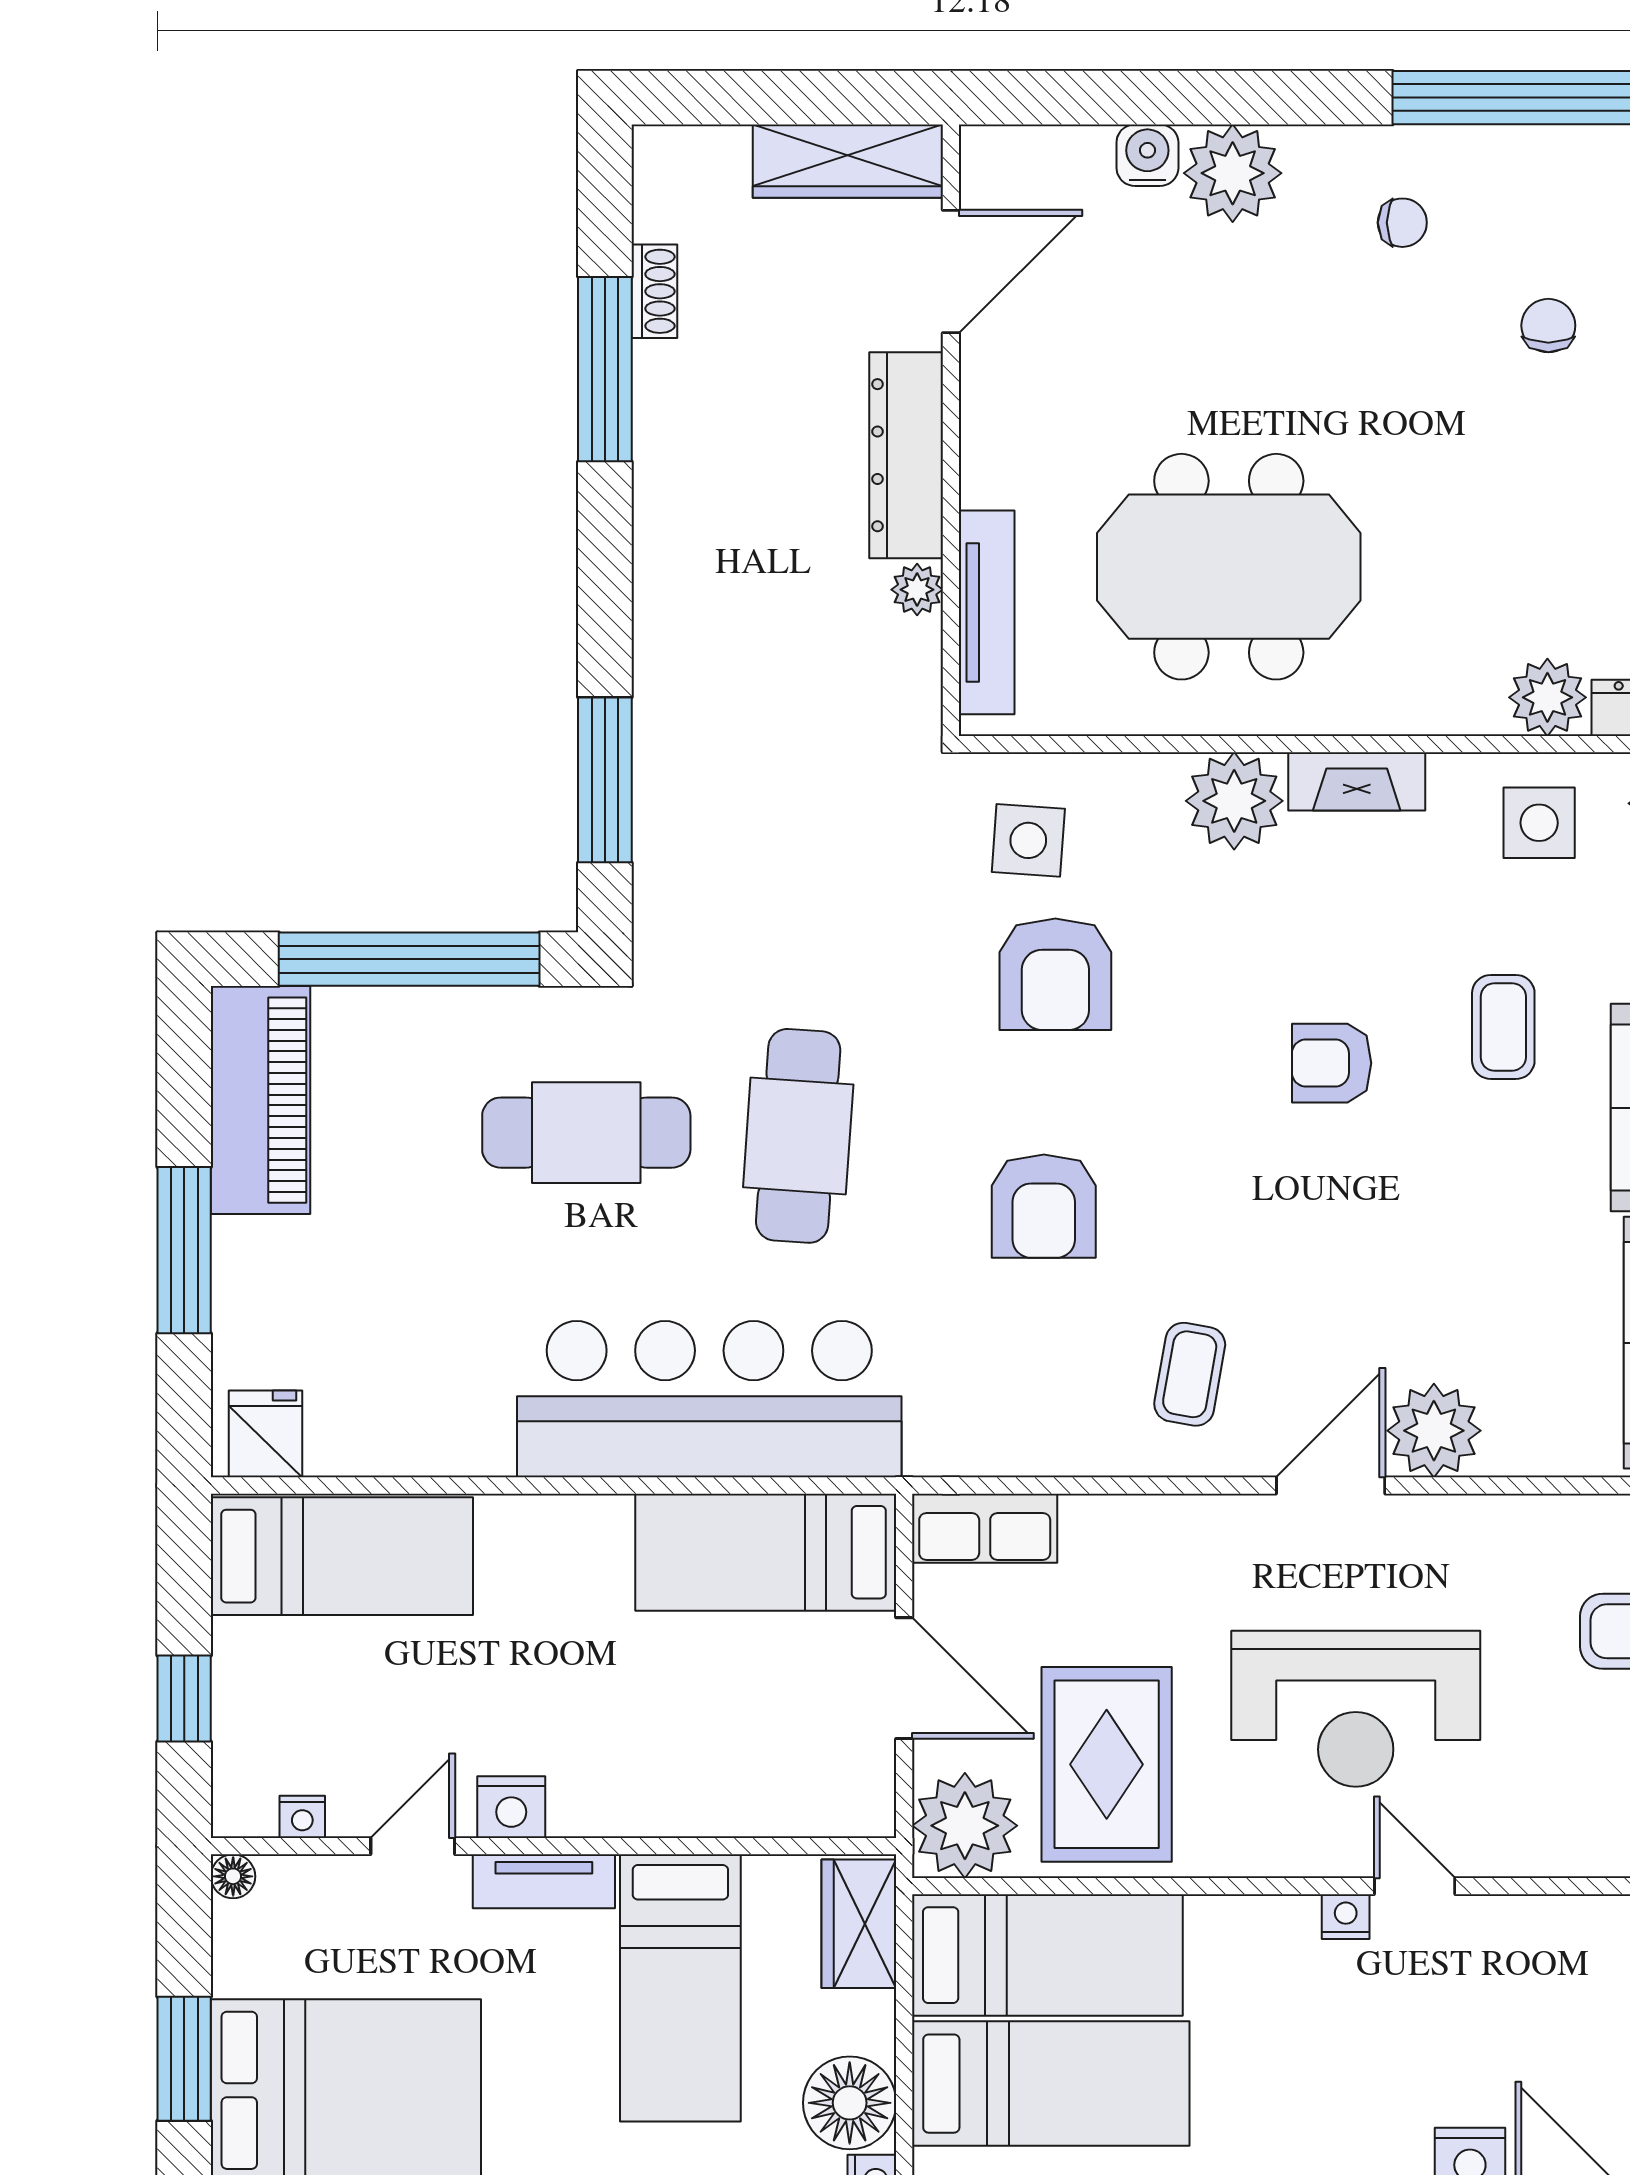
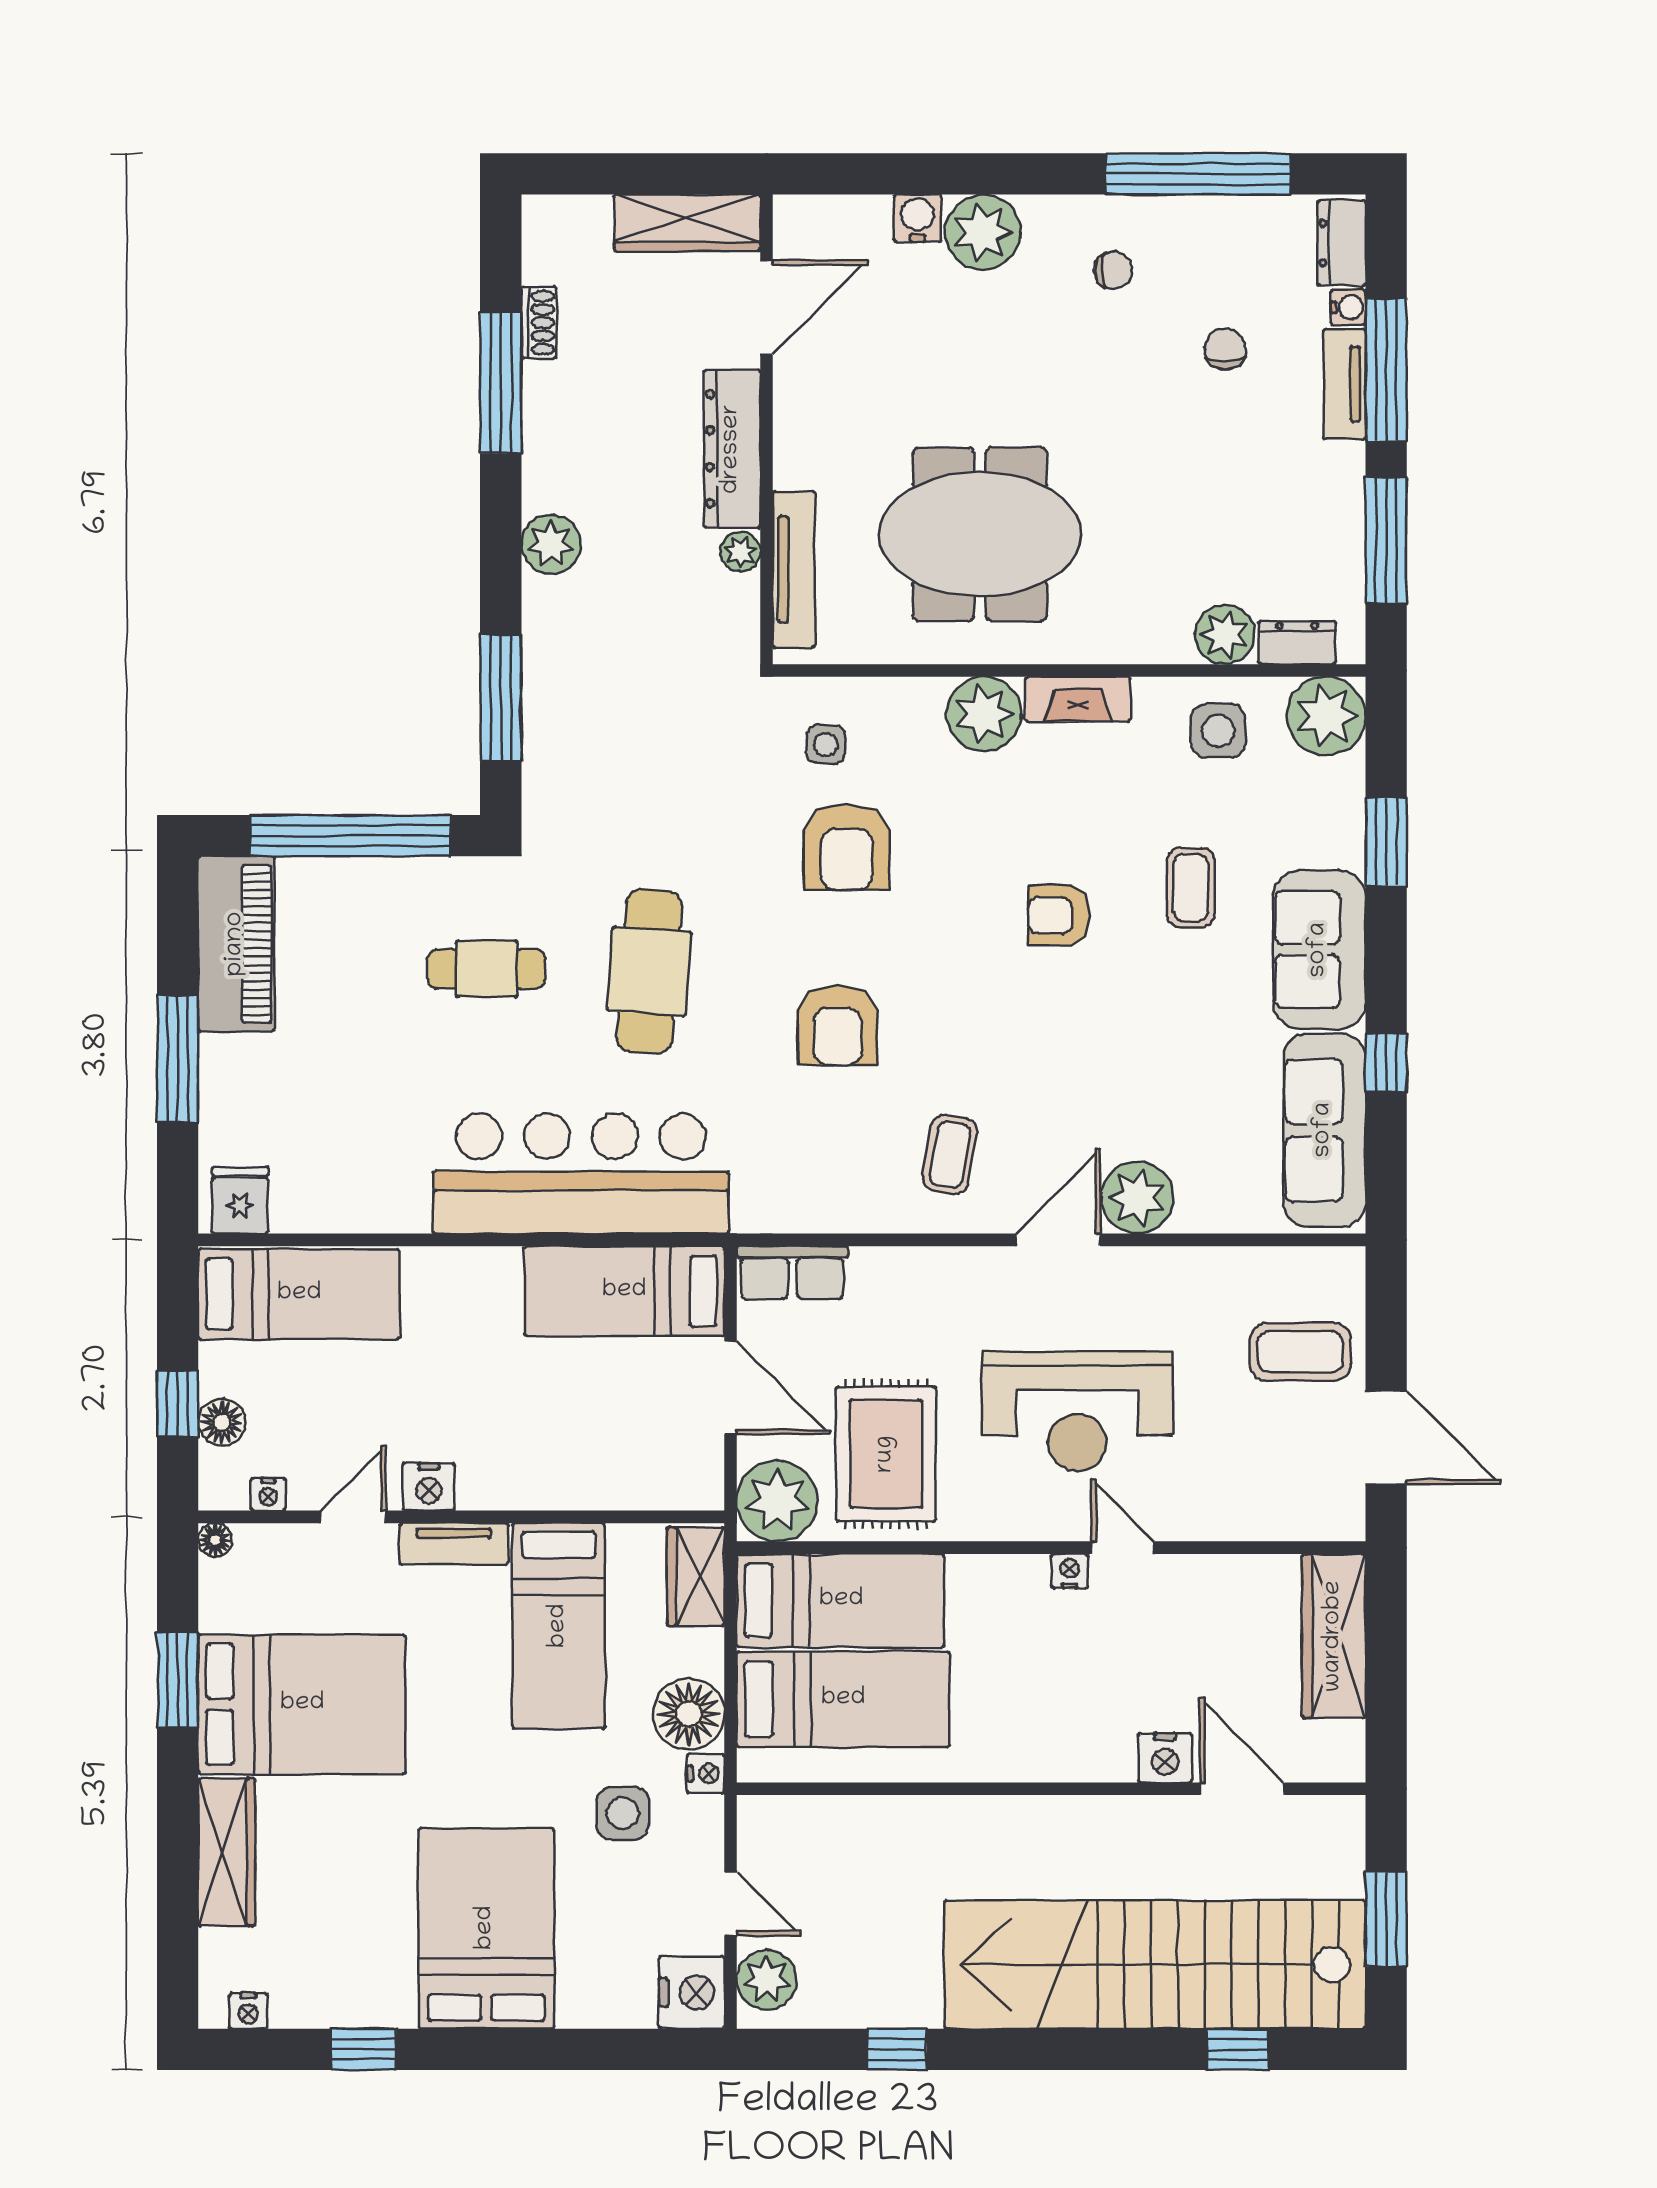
plant: (670, 579) -> (551, 544), added
side table: (1028, 840) -> (826, 744), width x0.73, depth x0.73
cafe table: (586, 1133) -> (486, 969), width x0.73, depth x0.74
floor lamp: (242, 1723) -> (222, 1422), added

